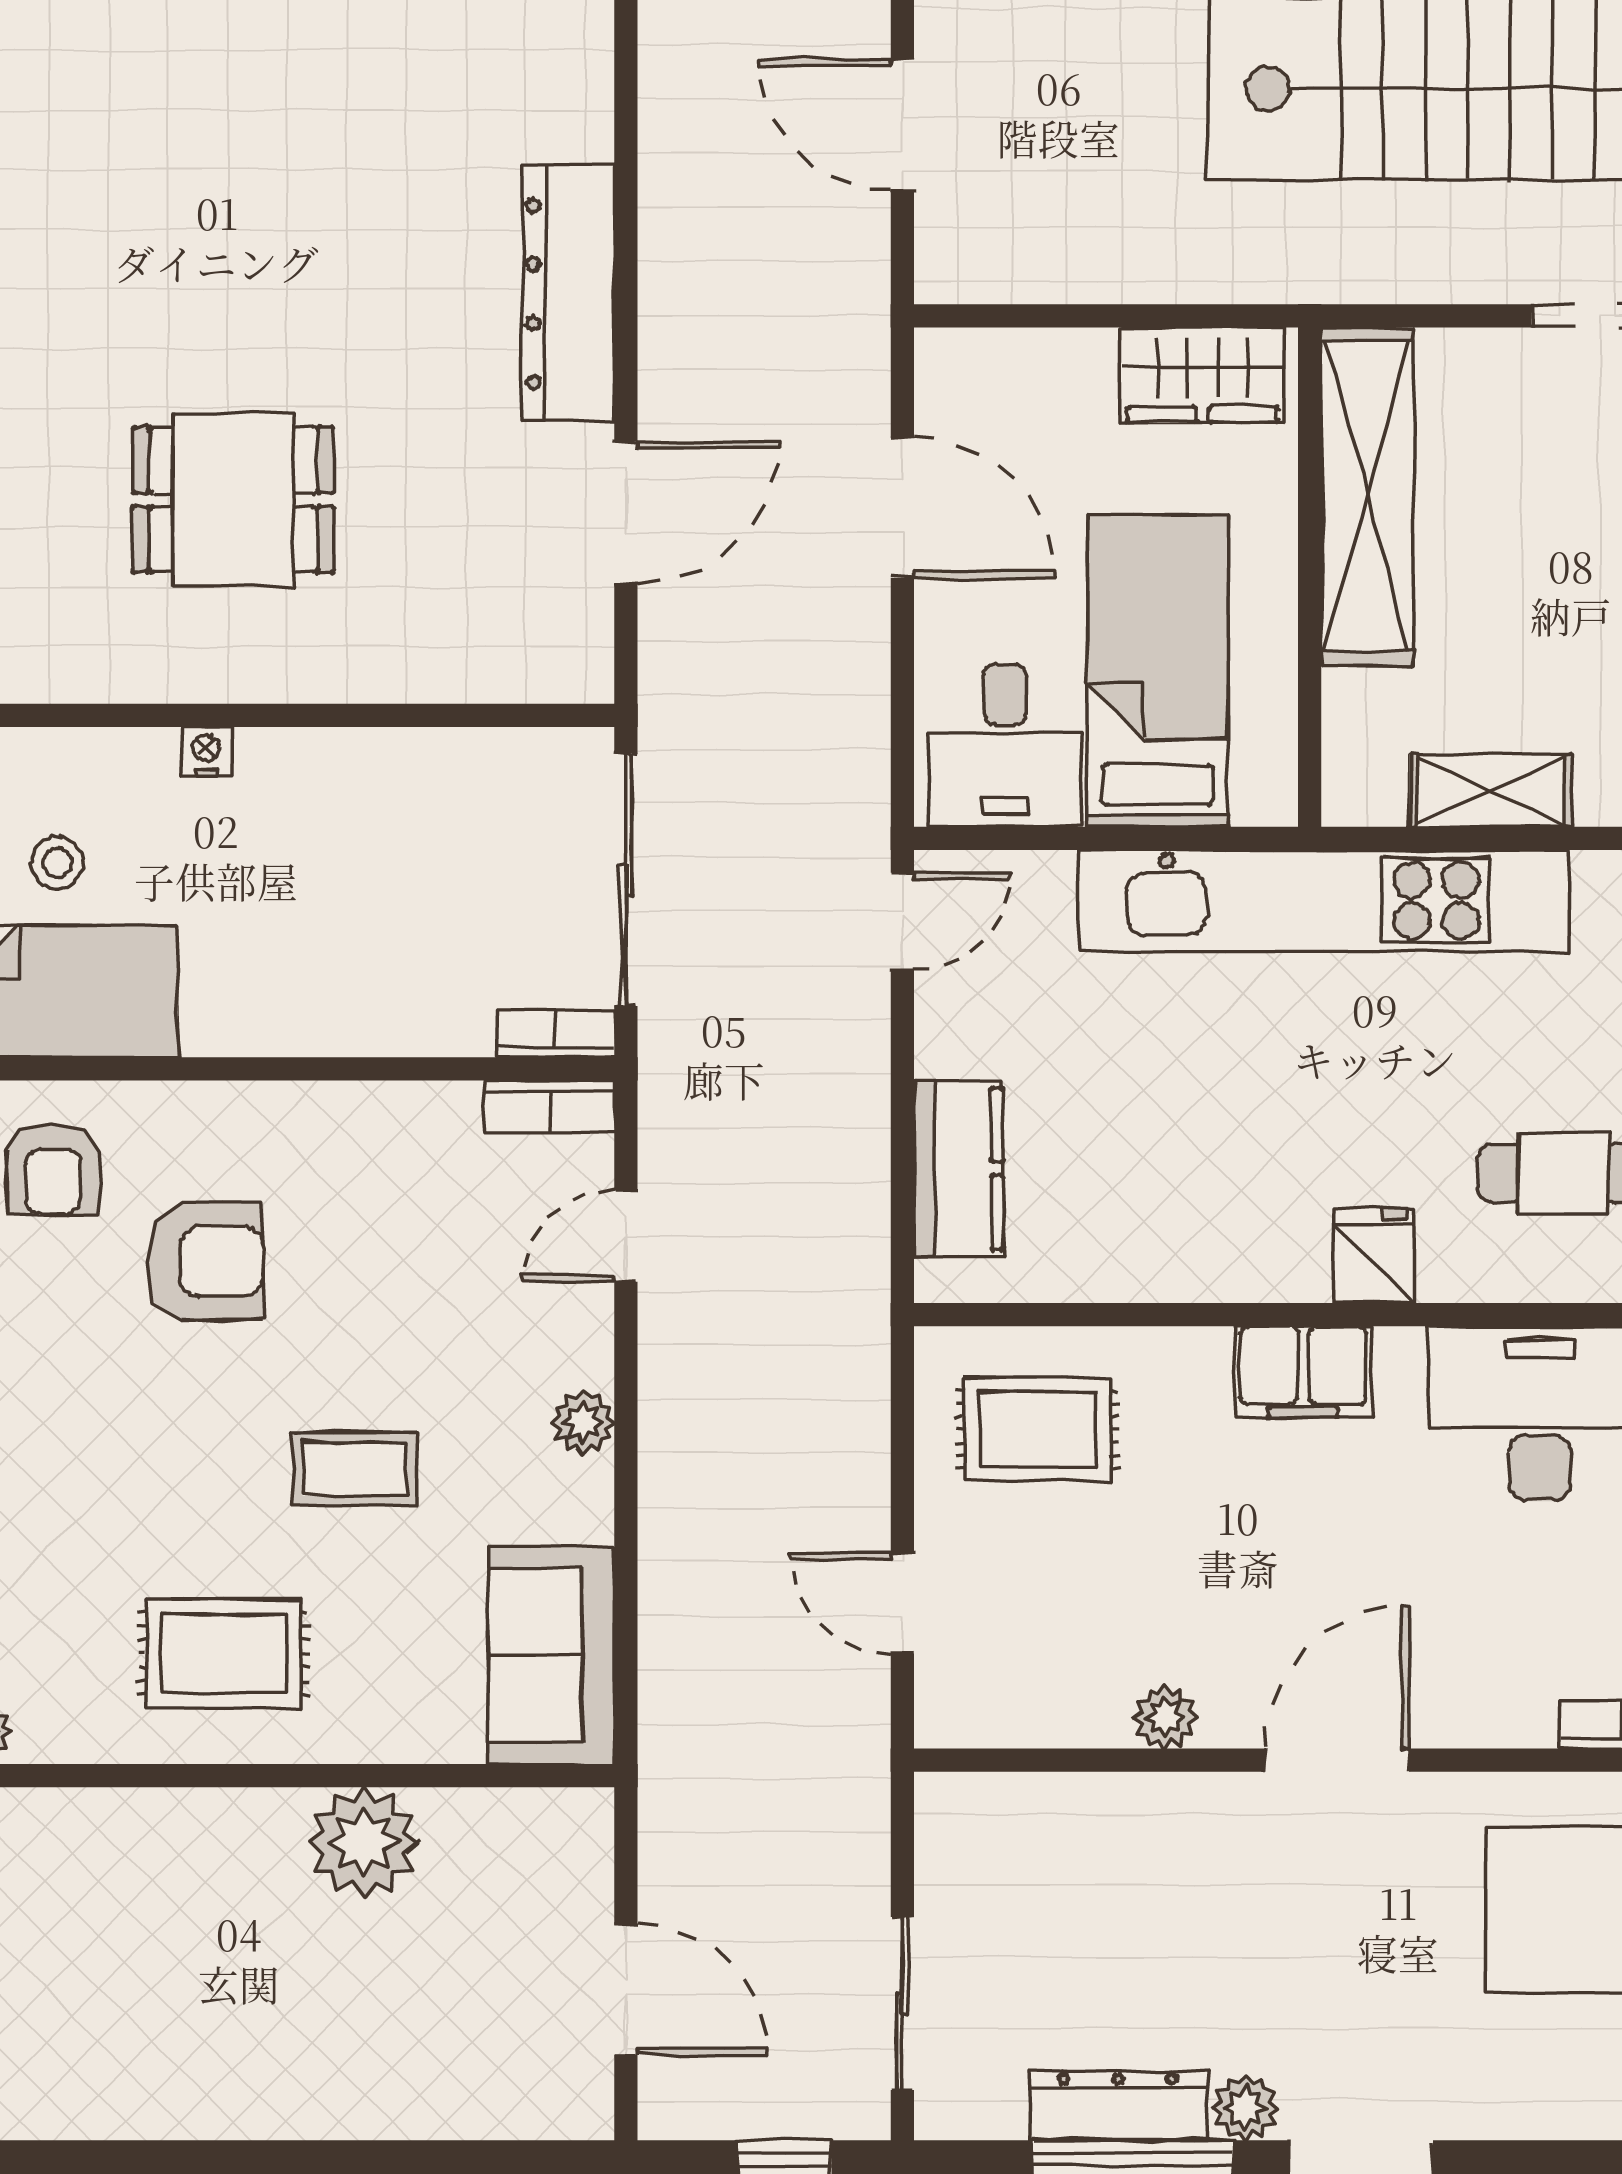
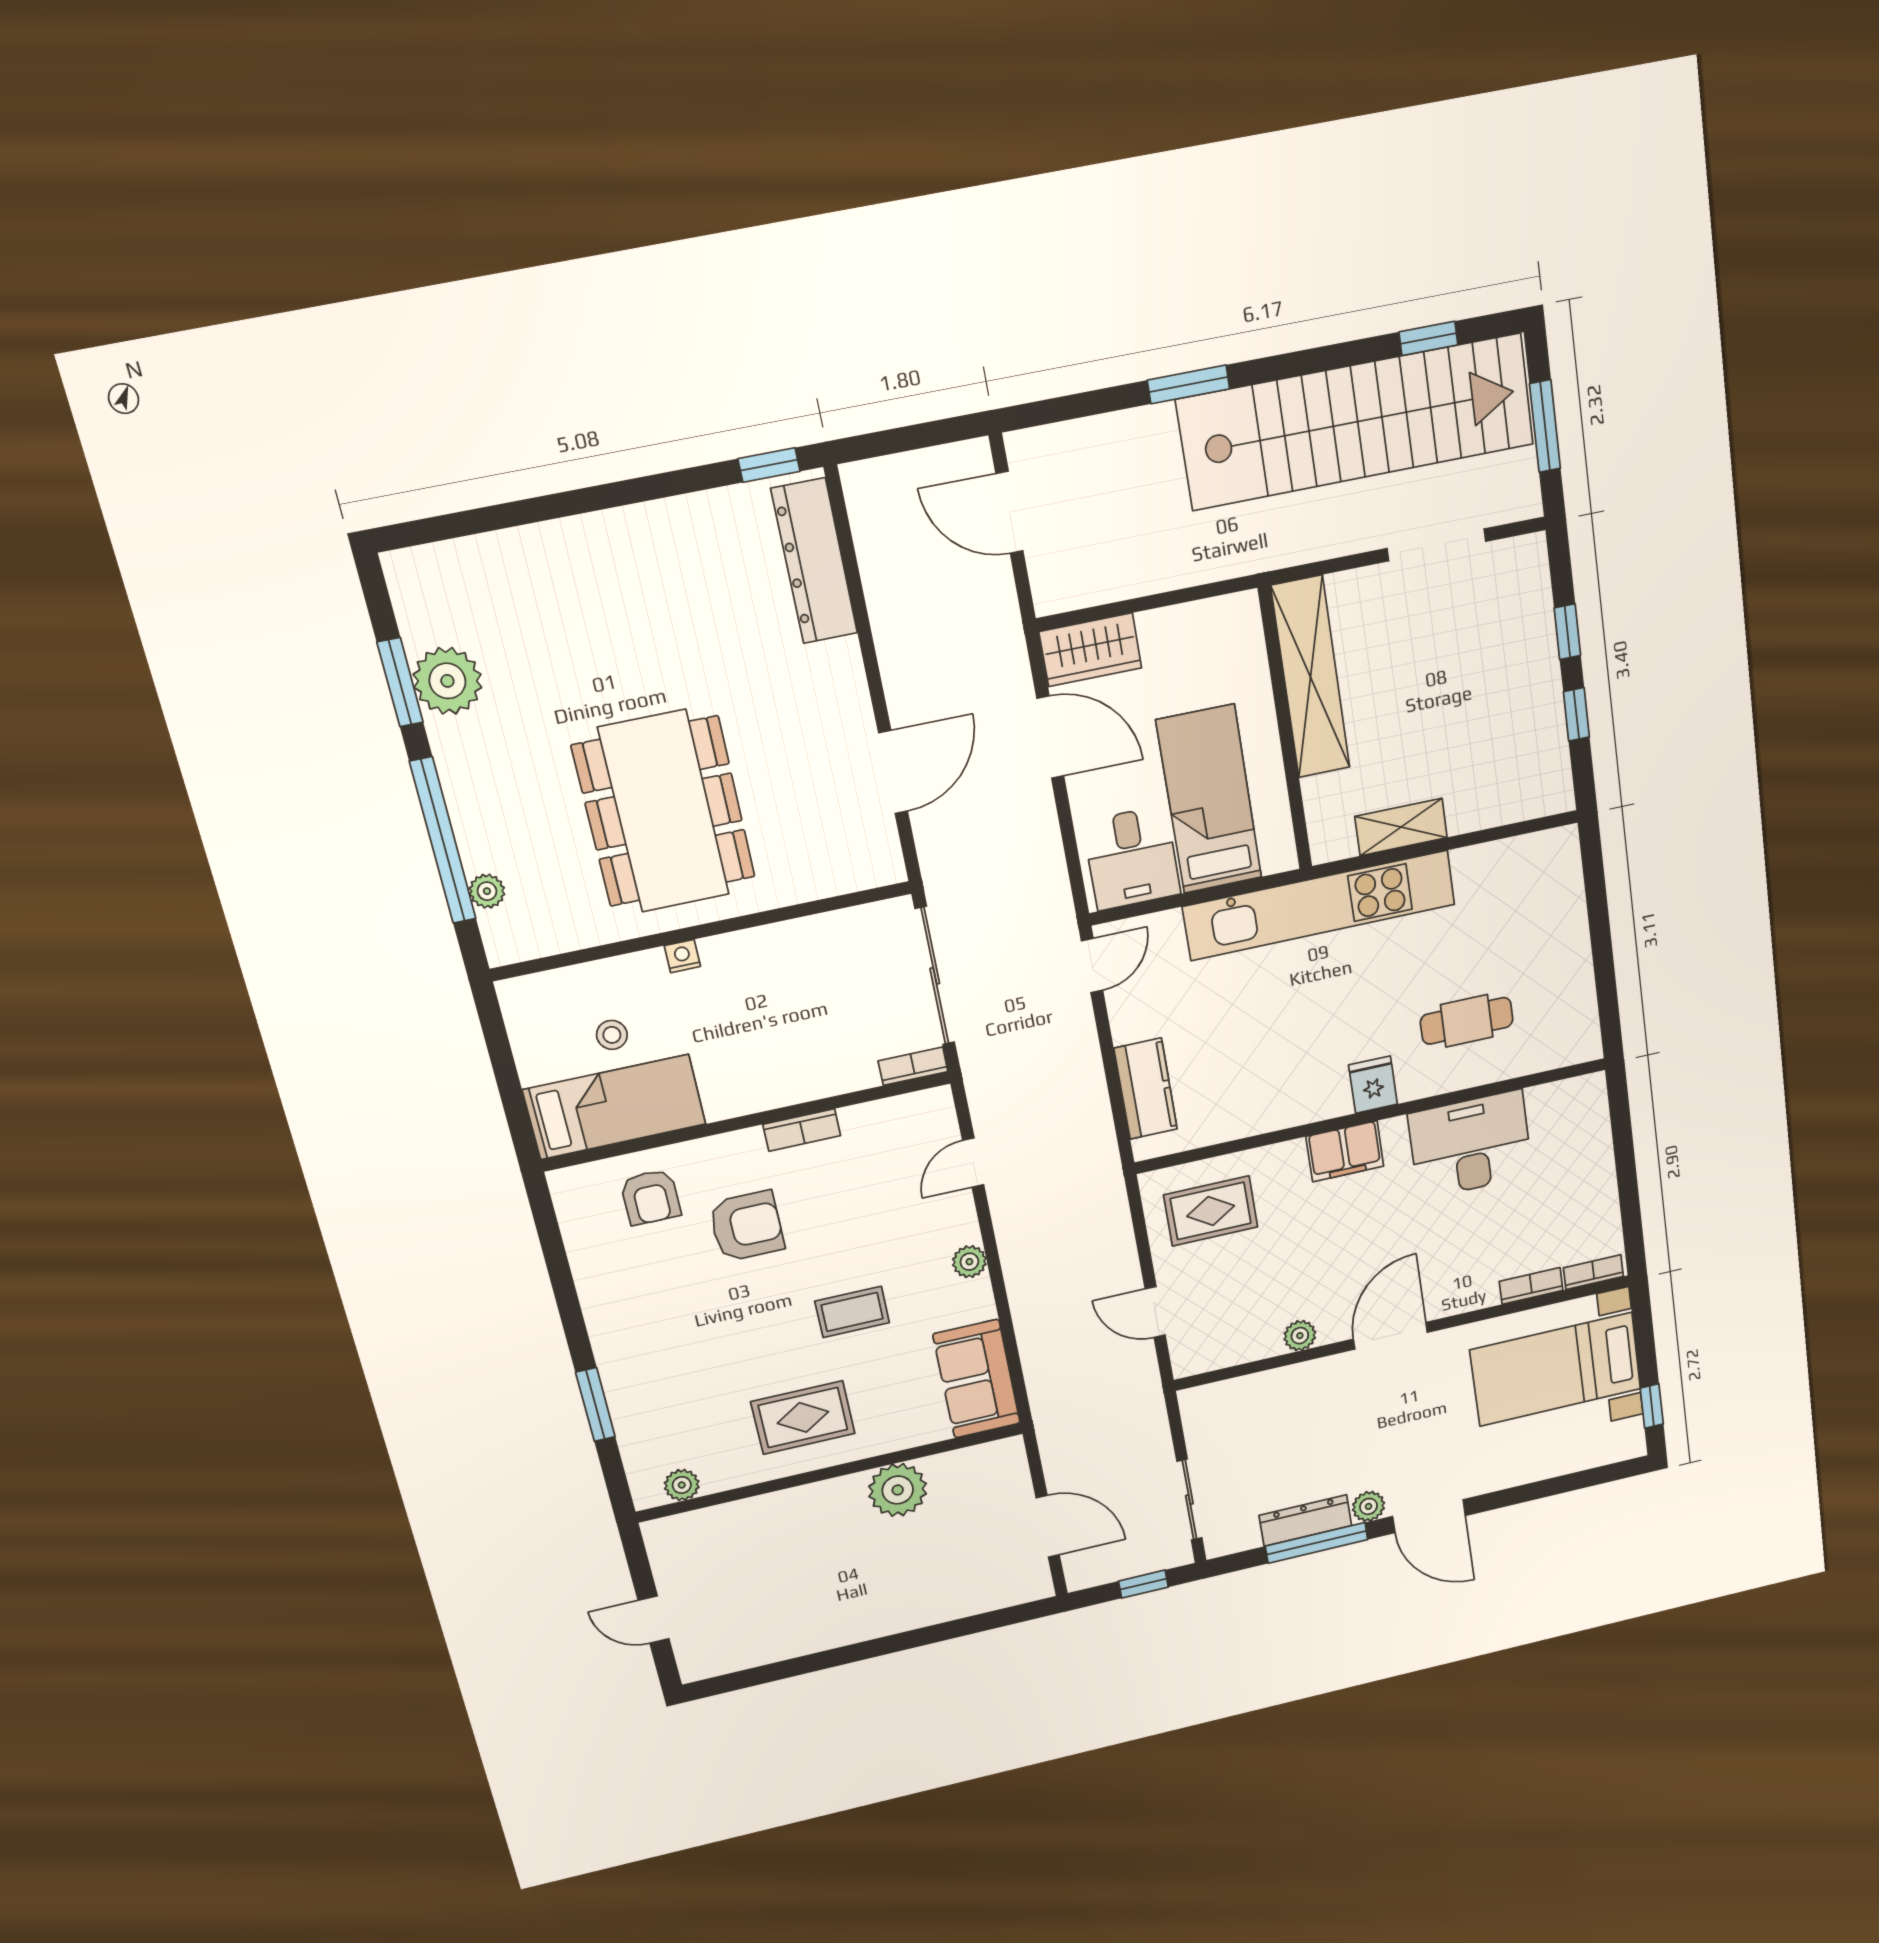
dresser: (569, 294) -> (814, 561), moved
wardrobe: (1203, 375) -> (1090, 650), moved
dining table: (233, 500) -> (664, 812), width x1.88, depth x1.24
bookcase: (549, 1106) -> (802, 1130), moved

